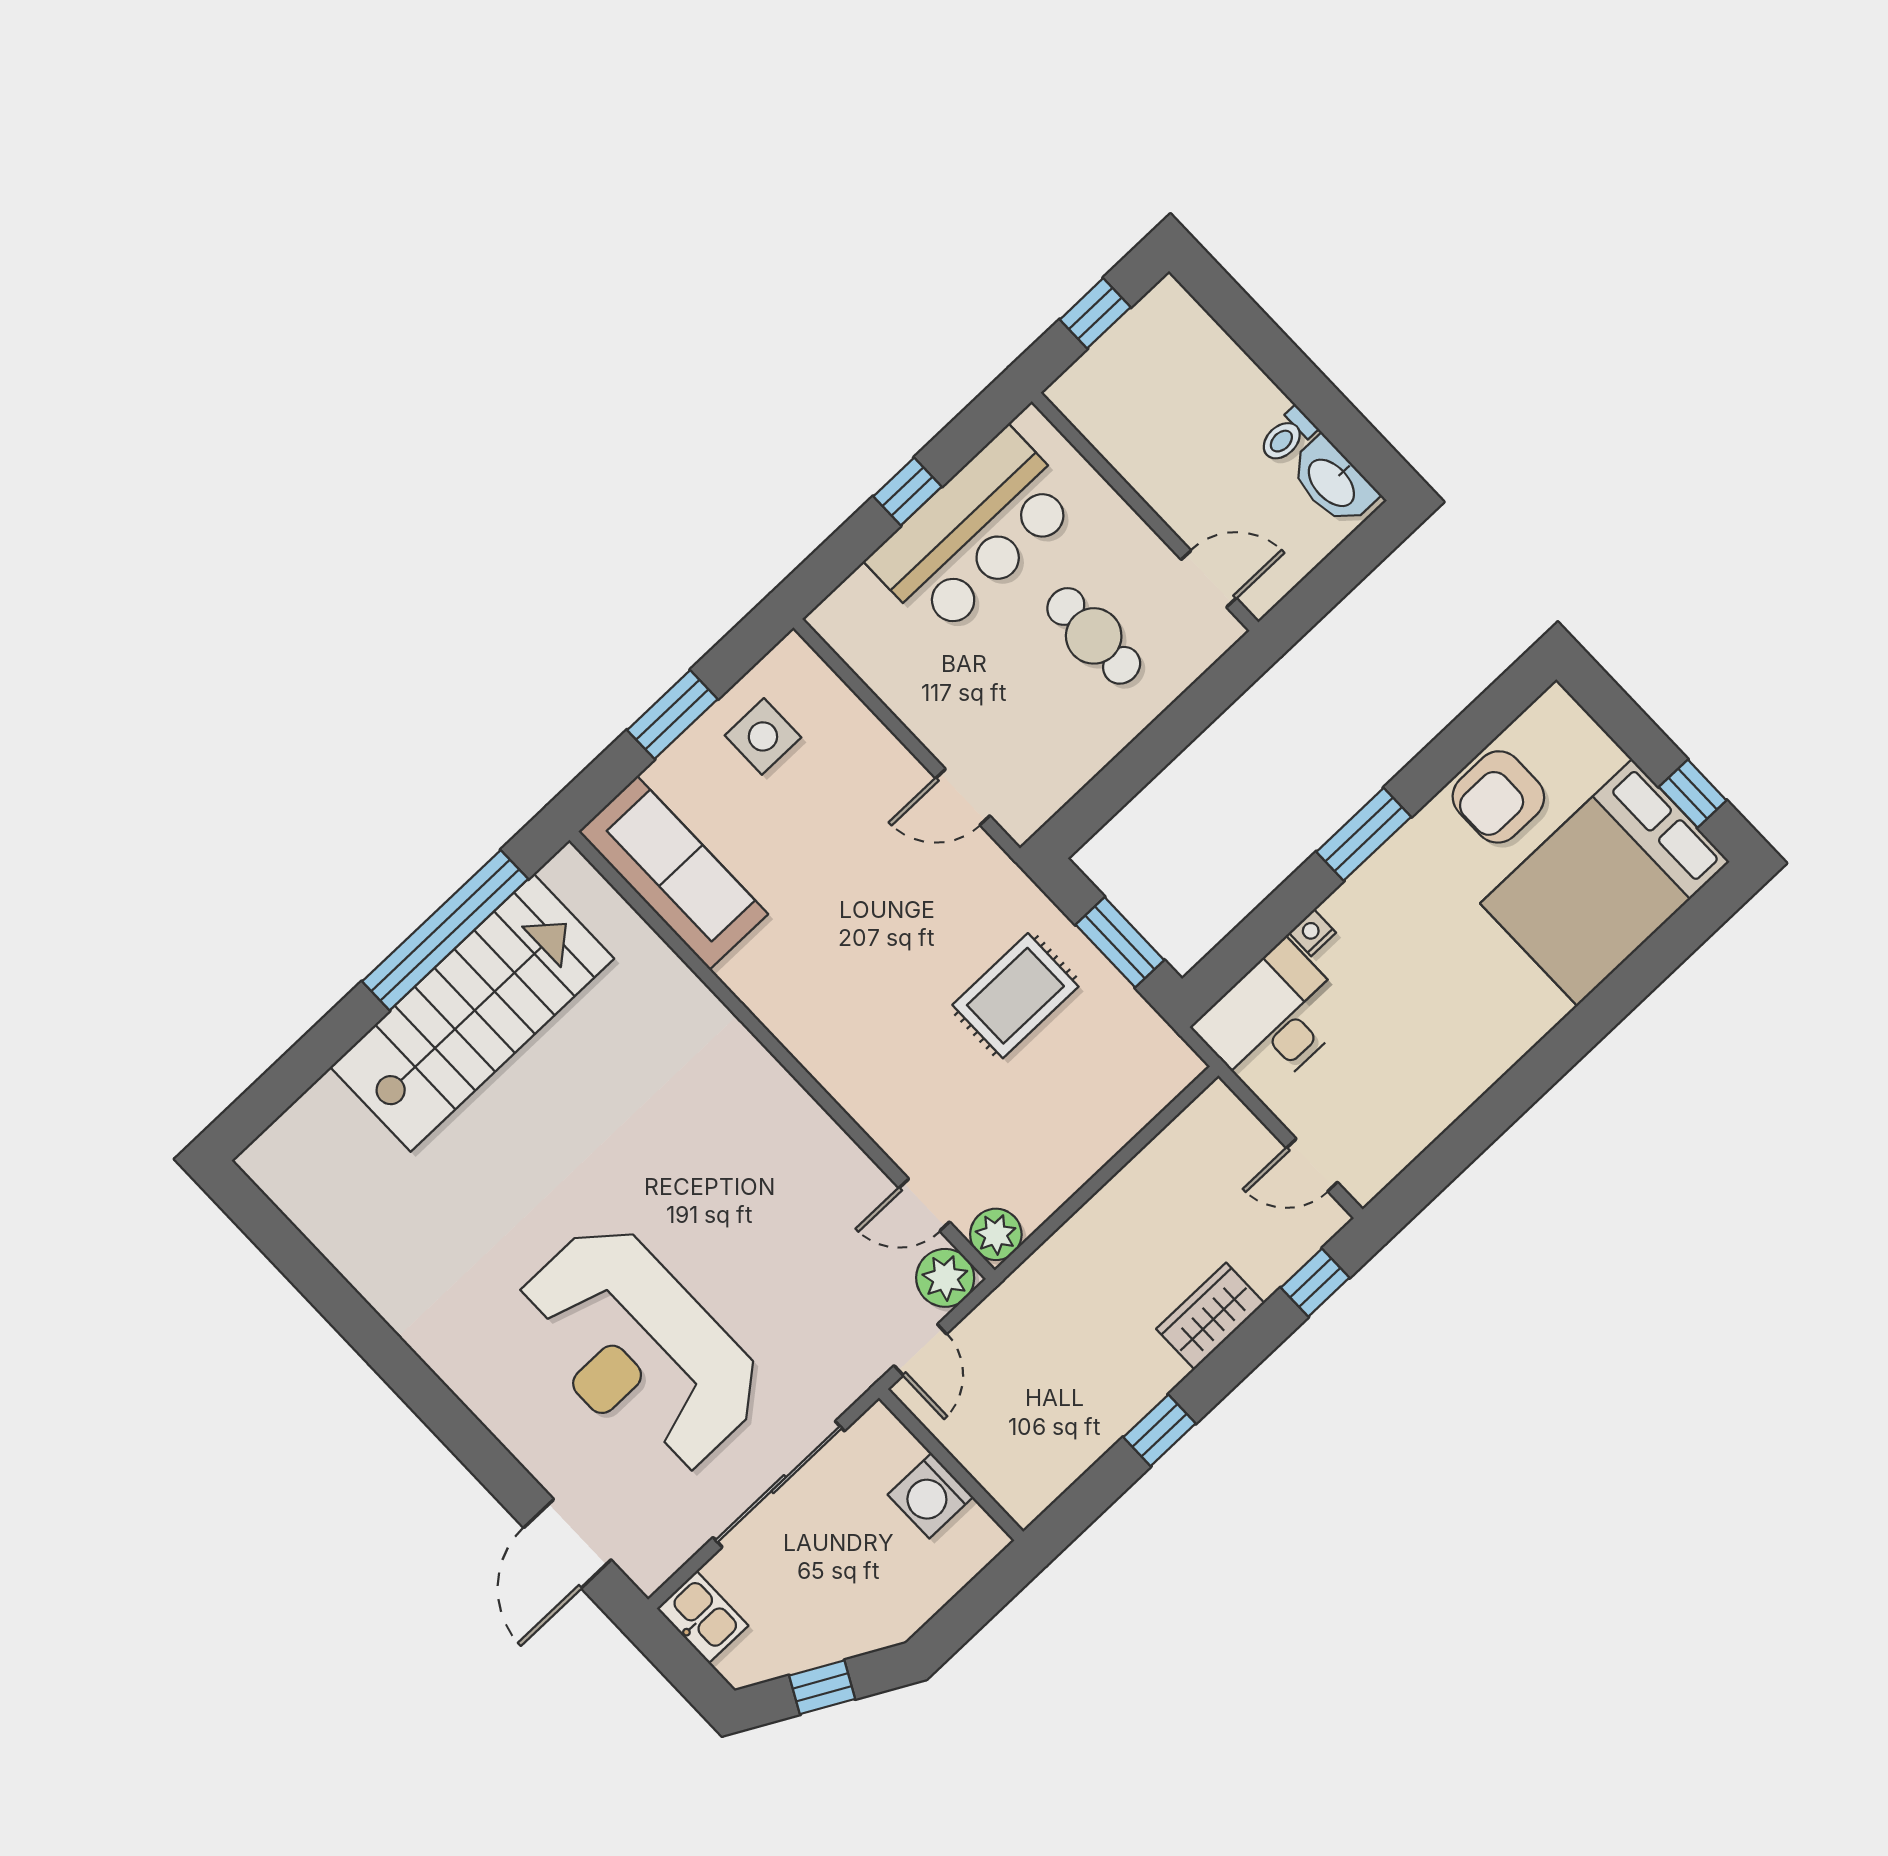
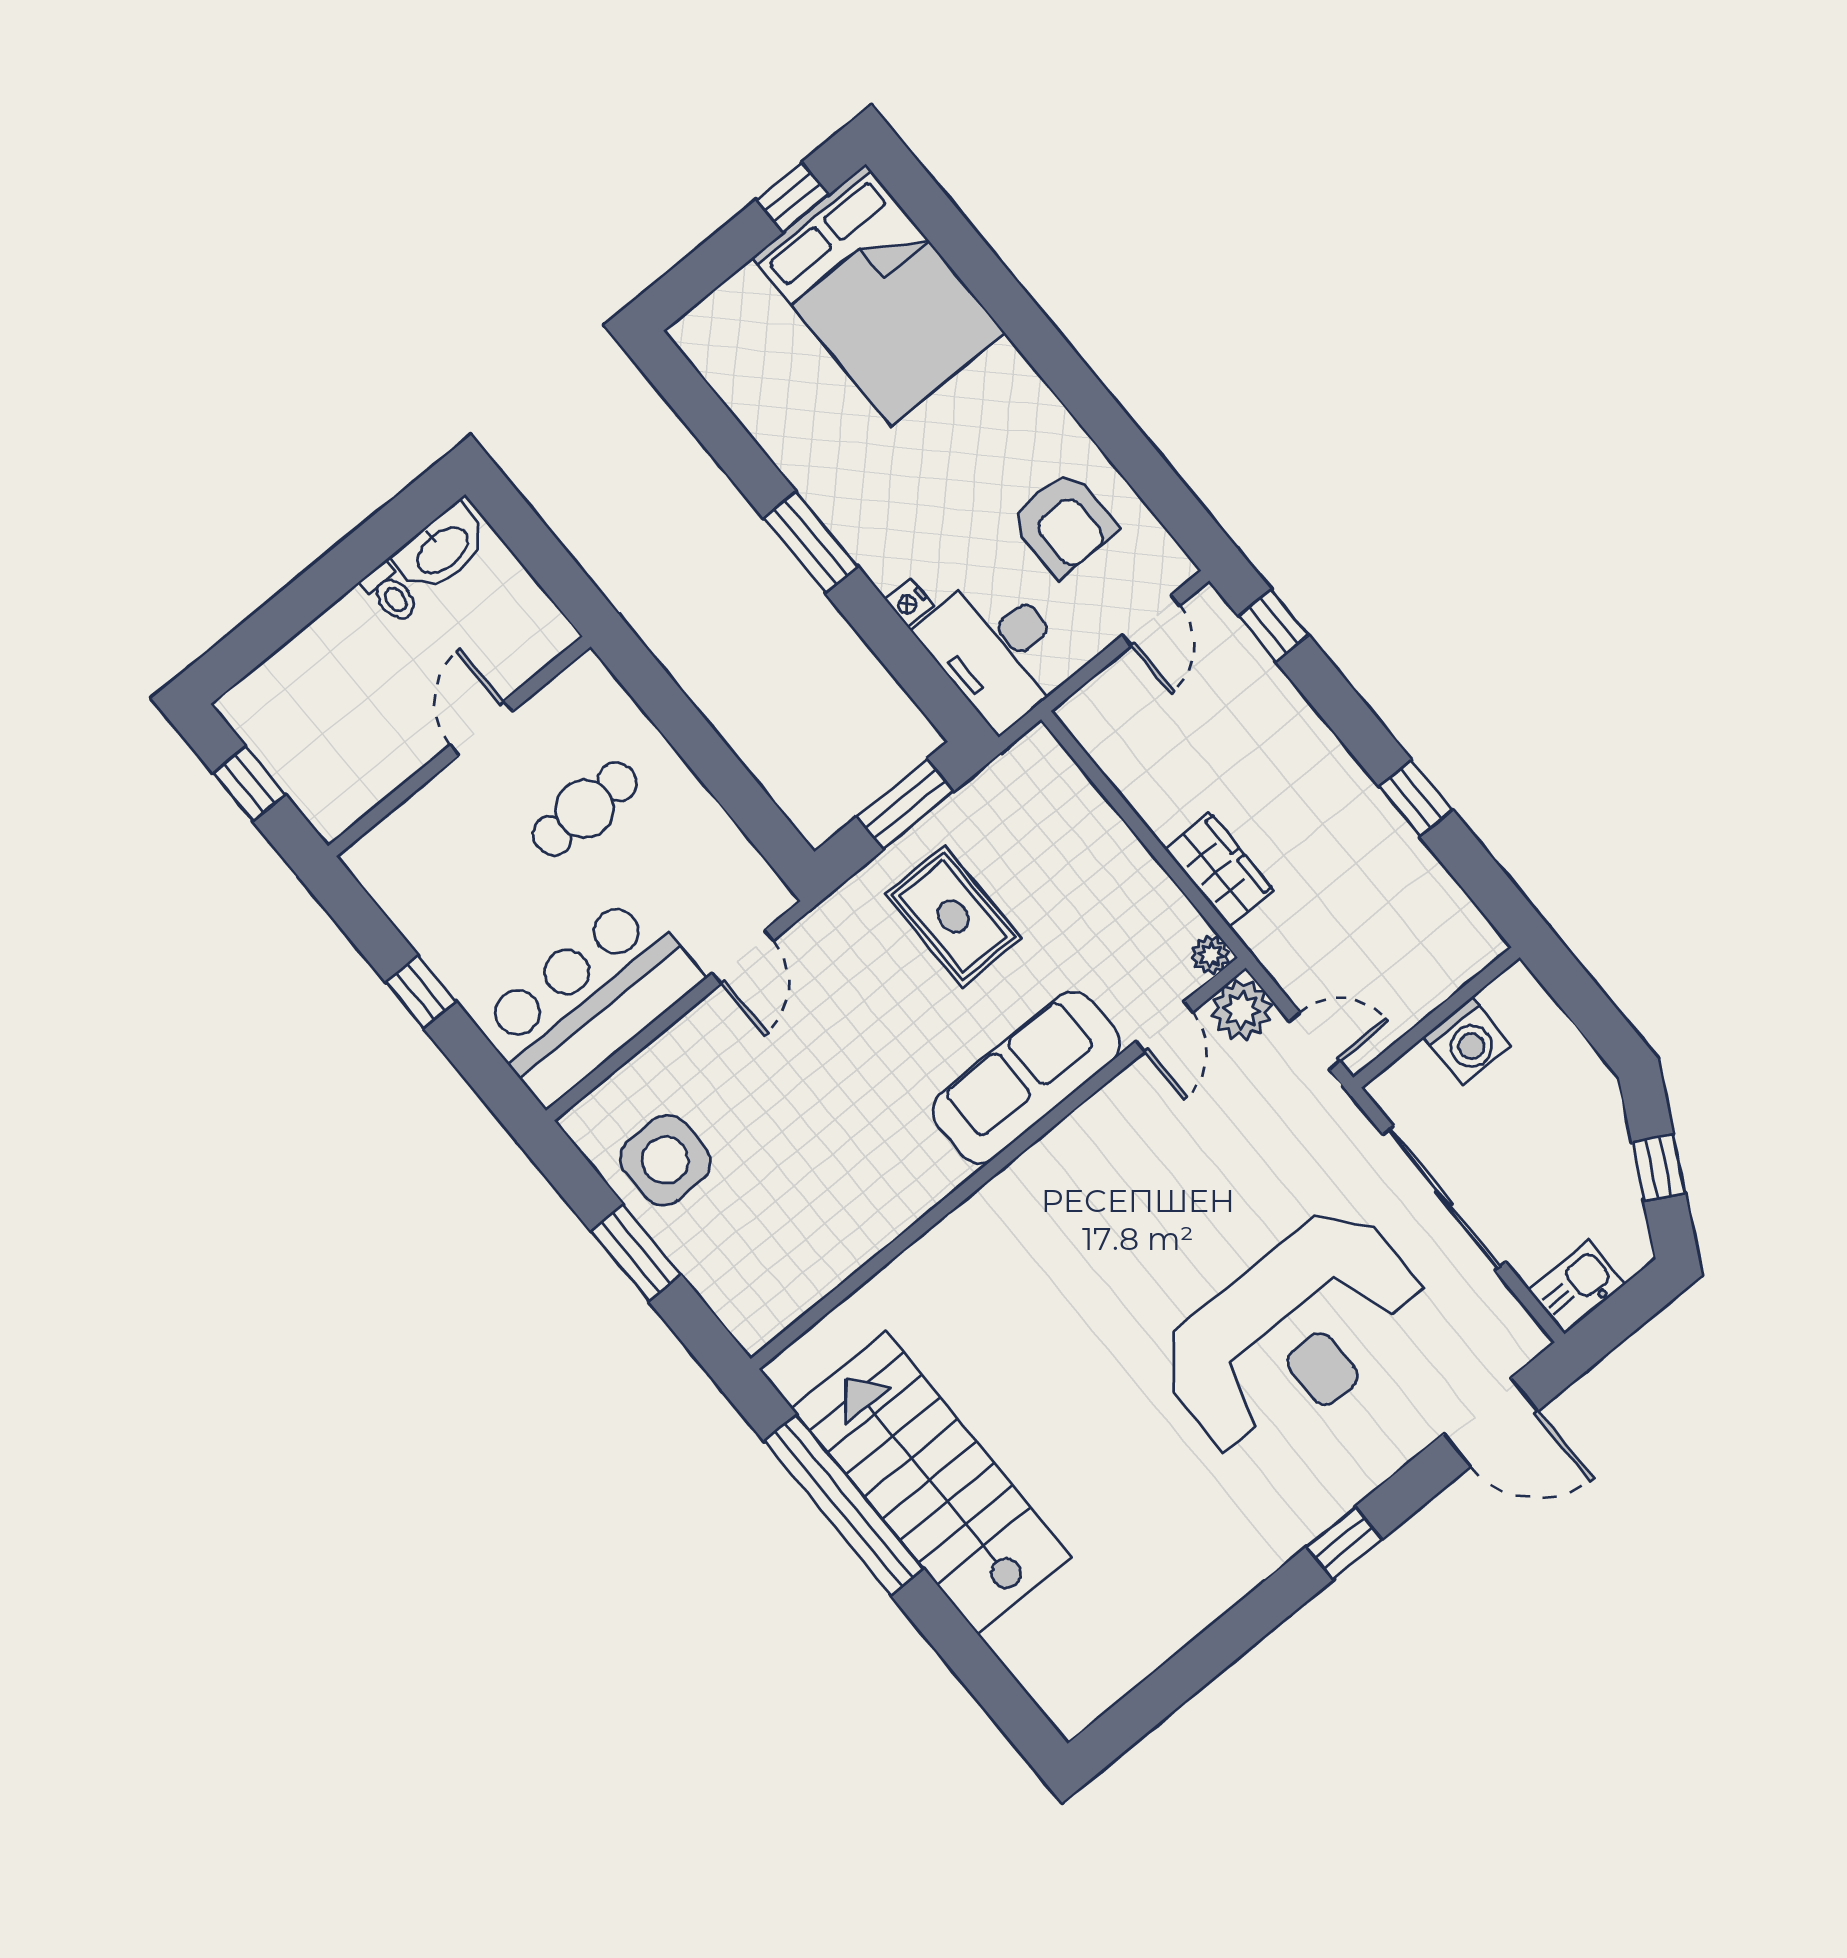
bar counter: (974, 533) -> (590, 1000), moved, turned -90
door: (1209, 579) -> (481, 728), moved
side table: (763, 736) -> (665, 1160), width x1.37, depth x1.37
armchair: (1498, 797) -> (1063, 523), moved
sofa: (673, 873) -> (1026, 1077), moved
plant: (996, 1234) -> (1210, 955), width x0.73, depth x0.73
wardrobe: (1210, 1316) -> (1219, 870), moved, turned 180
window: (442, 1412) -> (1344, 1543), added

